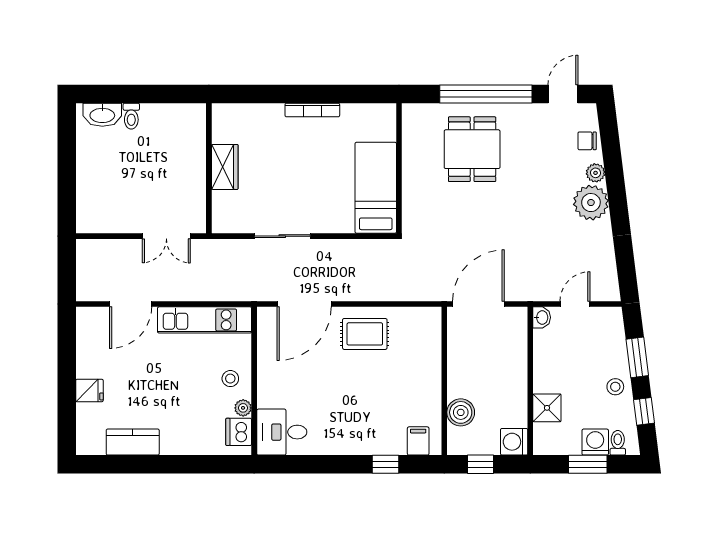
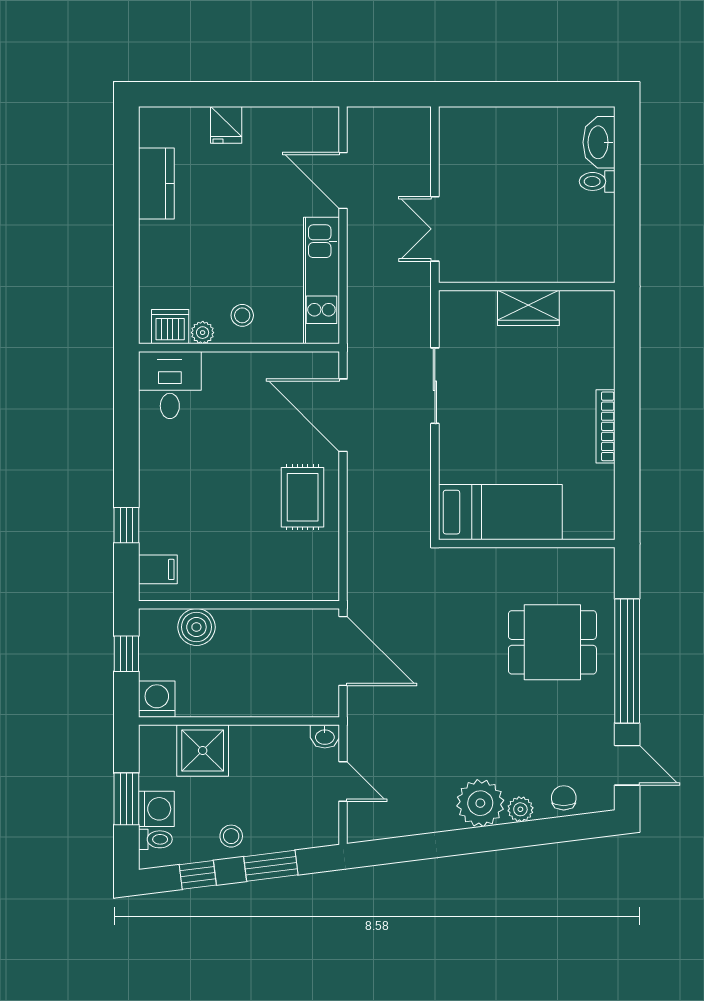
shower: (547, 408) -> (203, 751), width x1.36, depth x1.36

